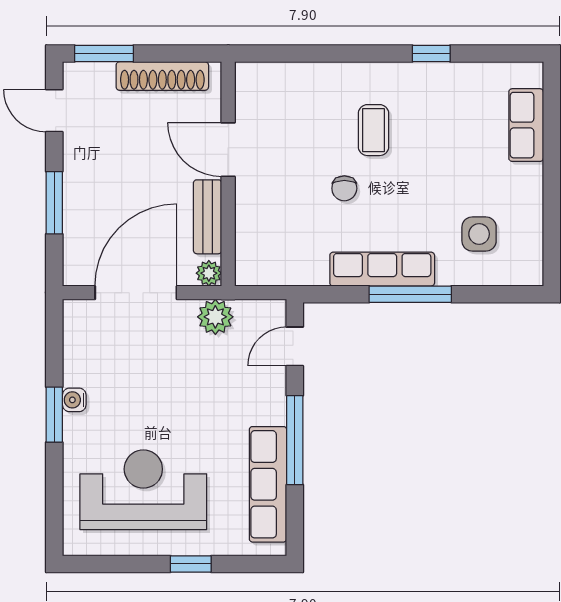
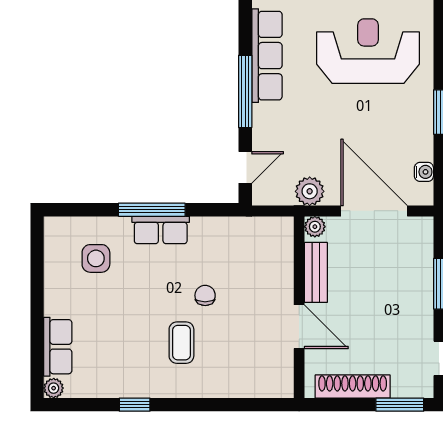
plant: (531, 74) -> (54, 388), added
row of seats: (382, 269) -> (161, 230), width x0.68
door: (136, 293) -> (374, 211), swing flipped
water cooler: (74, 400) -> (424, 172), moved
reception desk: (143, 490) -> (368, 51), turned 180

